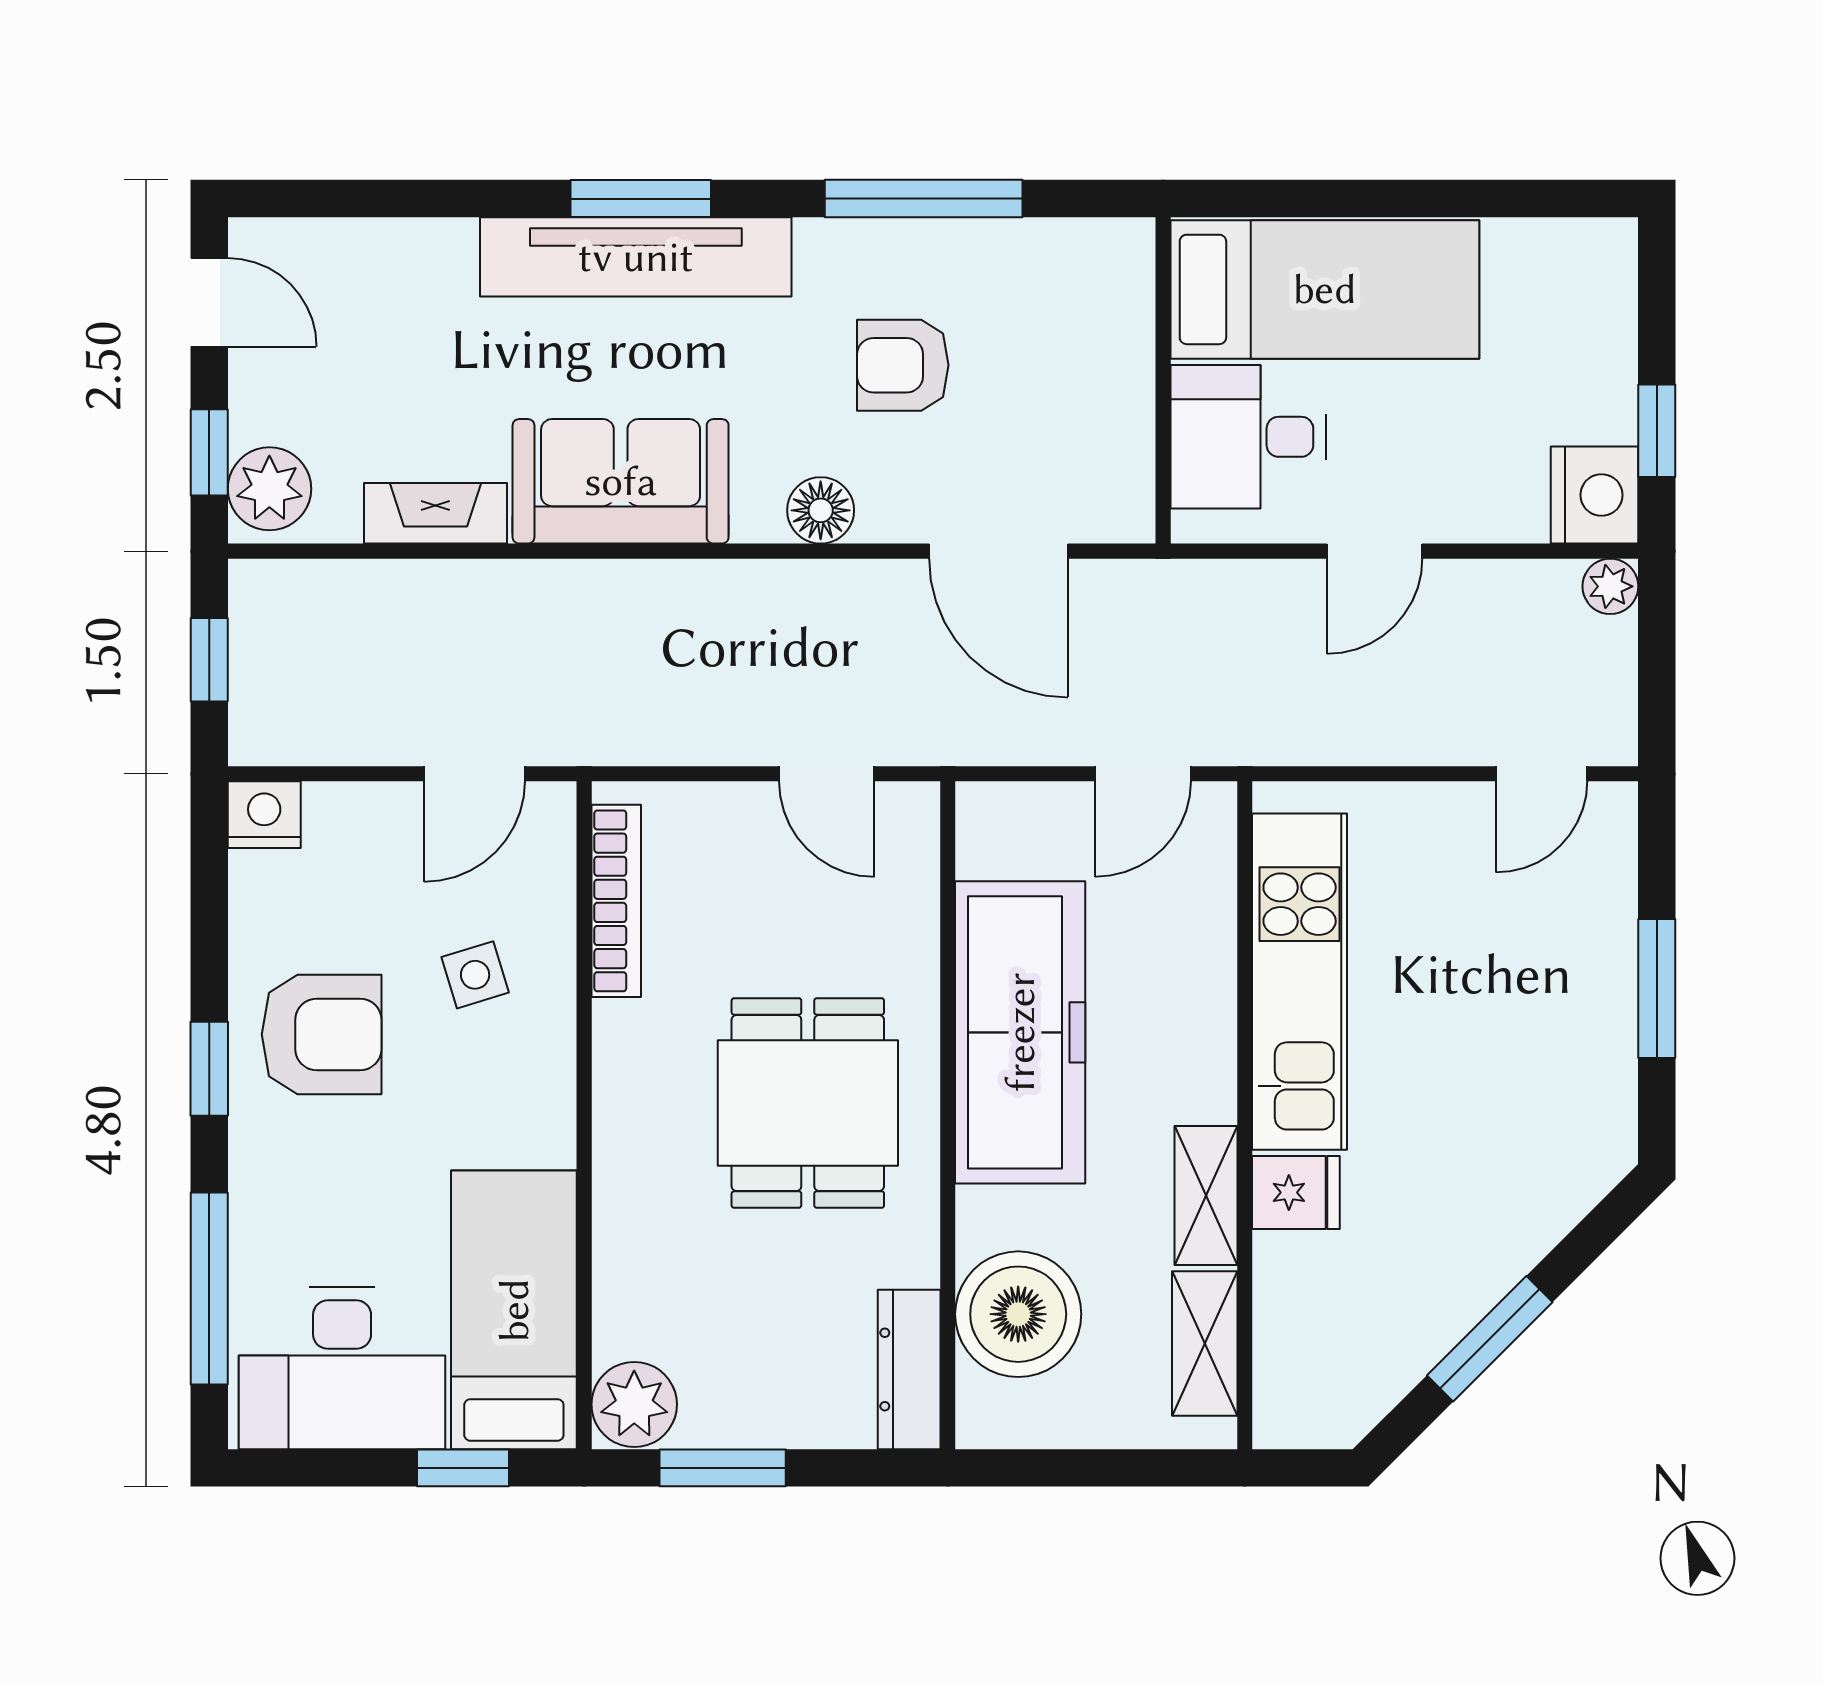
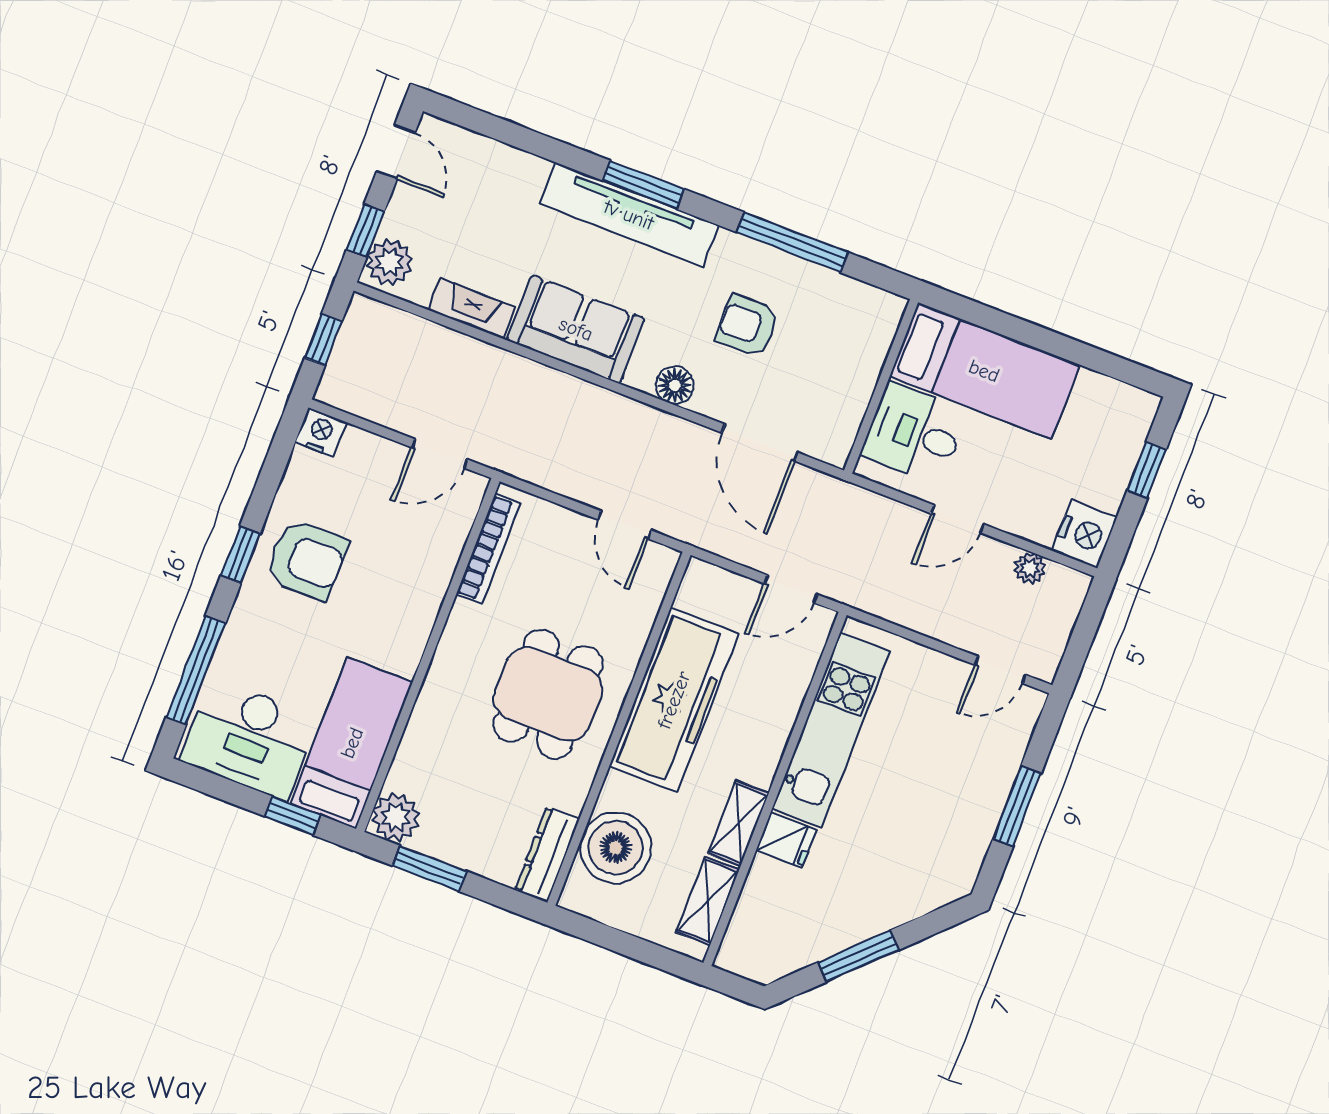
window: (1657, 431) -> (1147, 470), moved
plant: (1610, 586) -> (1030, 568), moved
side table: (475, 975) -> (399, 559), removed

